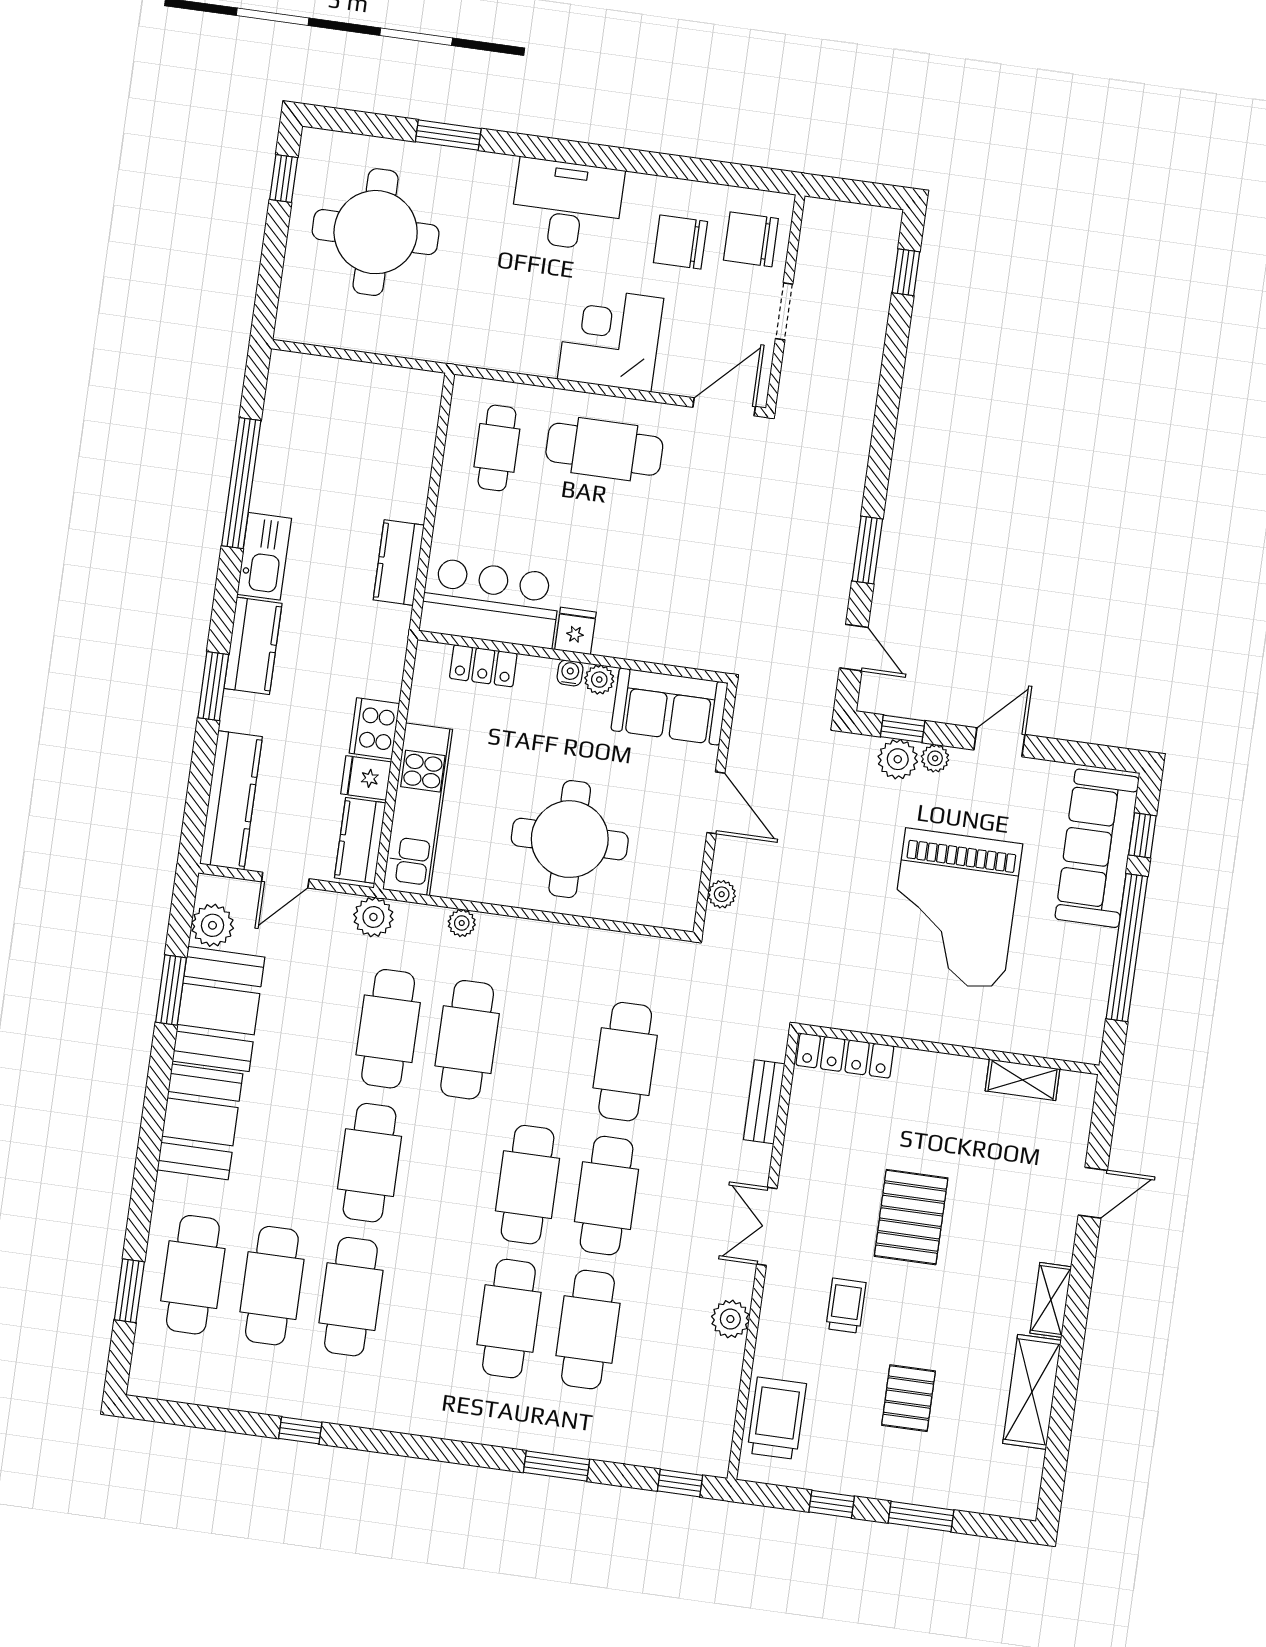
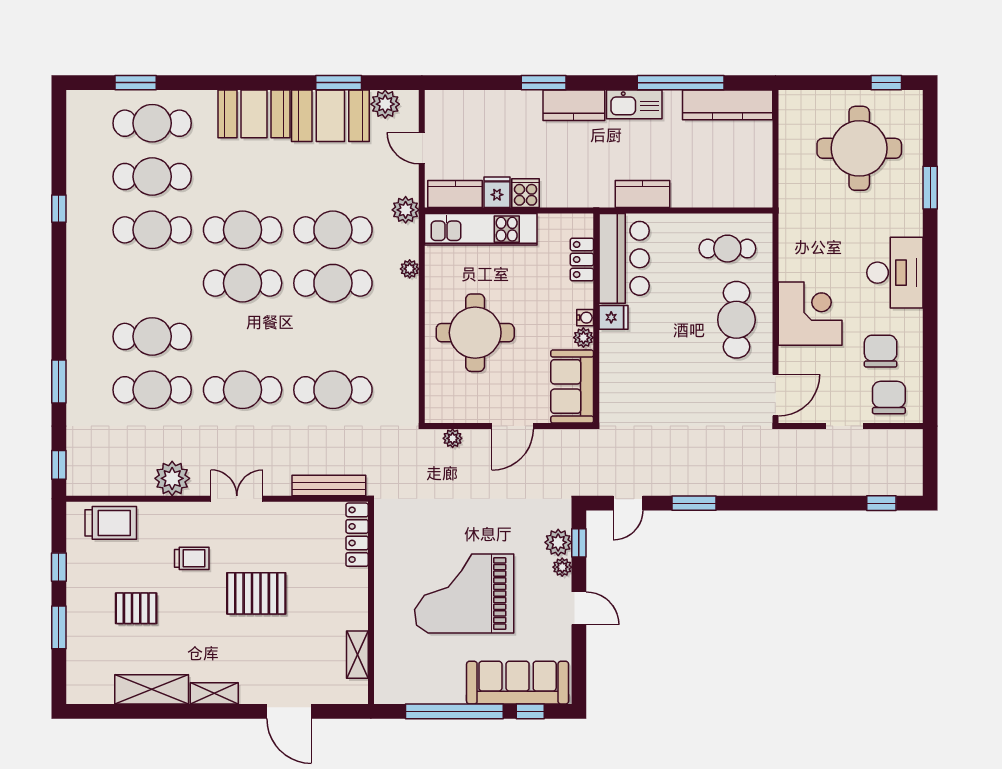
door: (724, 407) -> (775, 395), hinge flipped
cooker: (374, 728) -> (526, 193), width x0.73
kitchen counter: (231, 800) -> (728, 105), moved
bench: (764, 1102) -> (329, 486), width x1.36
cafe table: (528, 1185) -> (243, 283), moved
door: (1093, 1193) -> (289, 711), width x1.37
plant: (730, 1319) -> (172, 478), width x1.36, depth x1.36

